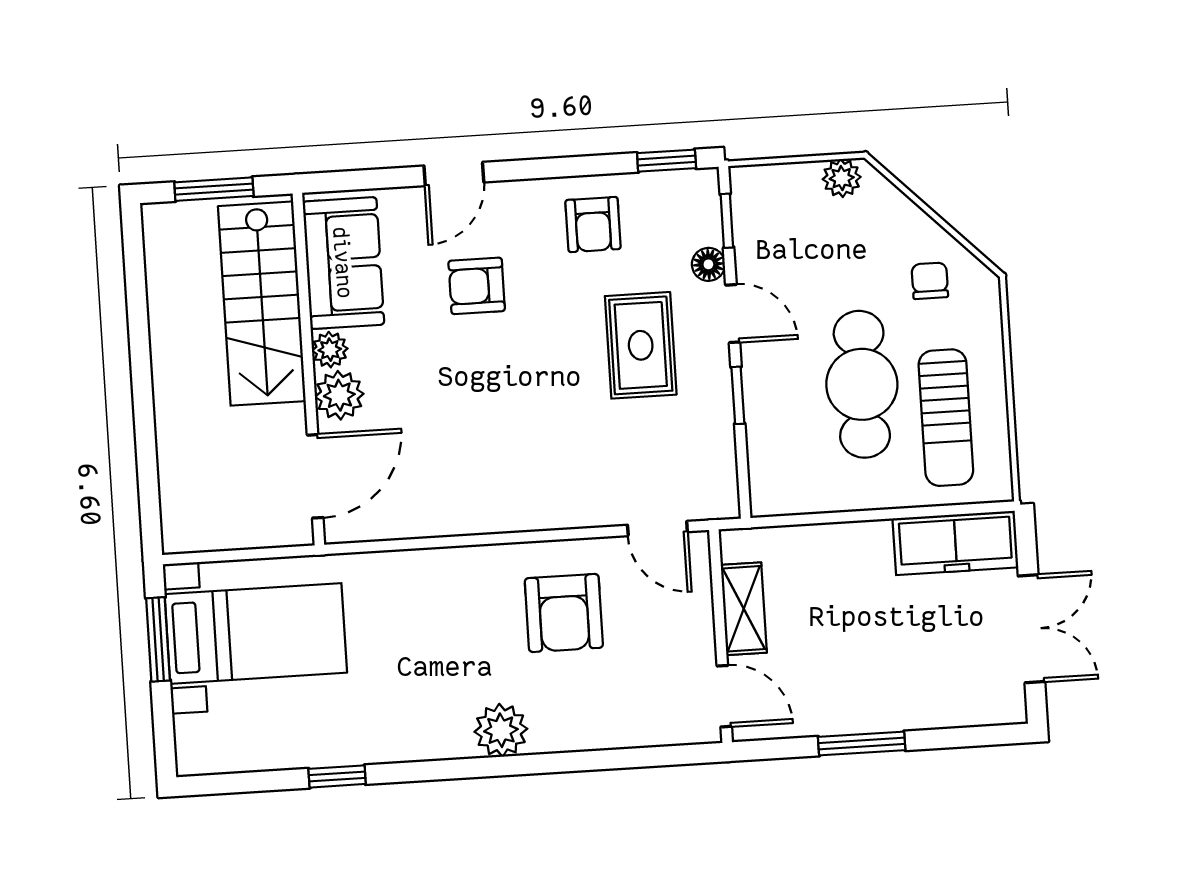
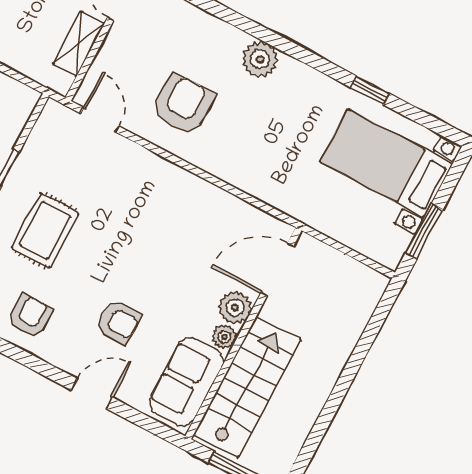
bed with nightstands: (256, 633) -> (386, 163), moved

